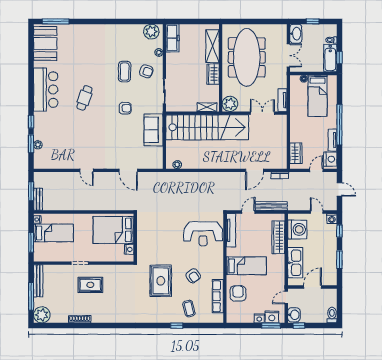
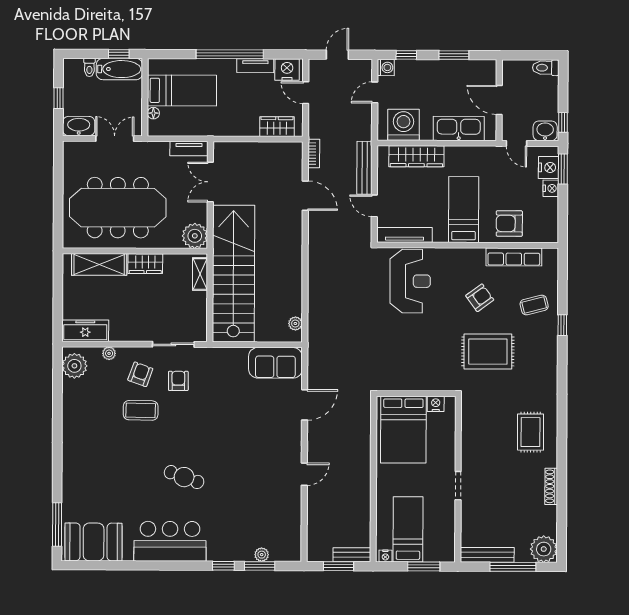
armchair: (125, 108) -> (178, 381), moved
sofa: (154, 130) -> (275, 363), moved
rug: (90, 285) -> (531, 432), moved

